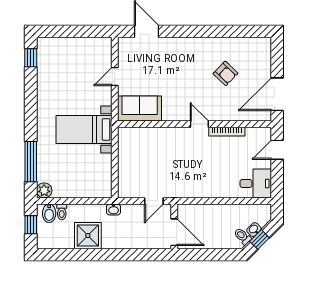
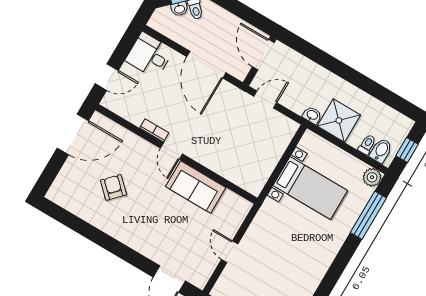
door: (115, 77) -> (230, 252), swing flipped
sofa: (140, 109) -> (196, 187), moved
bed with nightstands: (84, 129) -> (310, 188), moved
bookcase: (227, 132) -> (154, 130), width x0.64
door: (211, 201) -> (206, 65), added
shower: (88, 236) -> (339, 121), moved

